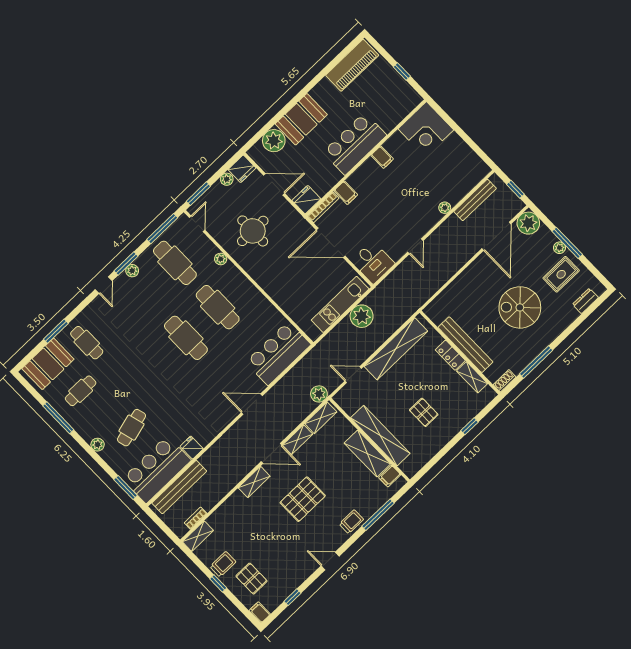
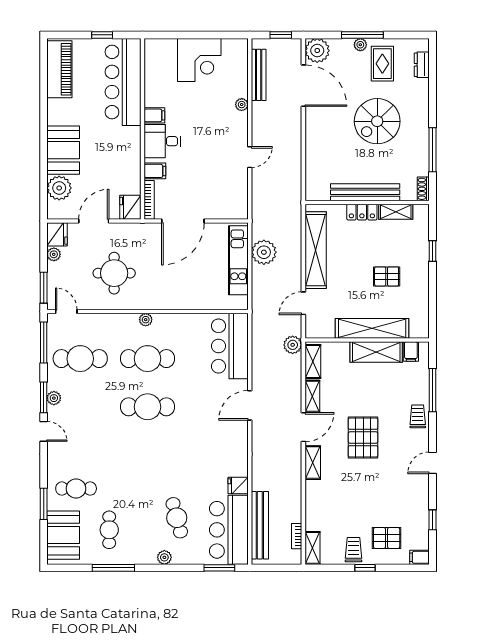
corner desk: (426, 129) -> (199, 60), moved
bar counter: (355, 144) -> (123, 82), moved, width x1.36
door: (415, 246) -> (250, 157), hinge flipped
plant: (221, 259) -> (146, 320), moved
desk: (373, 262) -> (162, 141), moved, turned 180

